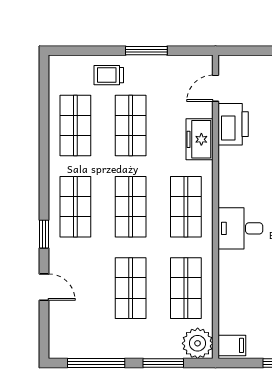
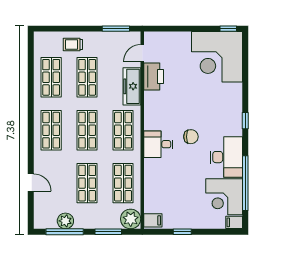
window: (146, 51) -> (116, 29), moved
freezer: (199, 139) -> (132, 86), width x1.40
window: (44, 234) -> (31, 148), removed
plant: (97, 346) -> (65, 221), added

